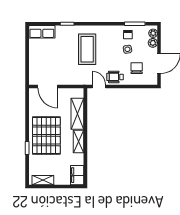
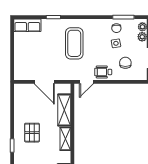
door: (48, 86) -> (44, 82), moved
door: (99, 86) -> (86, 82), swing flipped
pallet: (46, 135) -> (32, 133), width x0.49, depth x0.50

